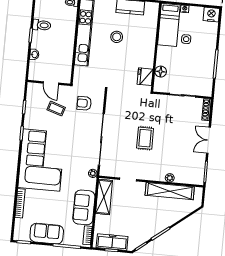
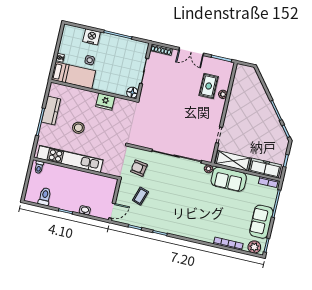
nightstand: (211, 15) -> (92, 37), moved, turned 90
toilet: (42, 25) -> (45, 196), moved
floor lamp: (161, 72) -> (132, 93), moved
fridge: (145, 77) -> (105, 102), moved
door: (51, 83) -> (112, 211), moved
armchair: (84, 103) -> (139, 168), turned 99
rug: (145, 138) -> (209, 86), moved, turned 90
corner sofa: (41, 160) -> (189, 217), removed
shelving: (170, 191) -> (236, 96), removed
sofa: (84, 207) -> (229, 179), moved
plant: (20, 230) -> (254, 247), added
freezer: (112, 242) -> (265, 168), moved, turned 90

